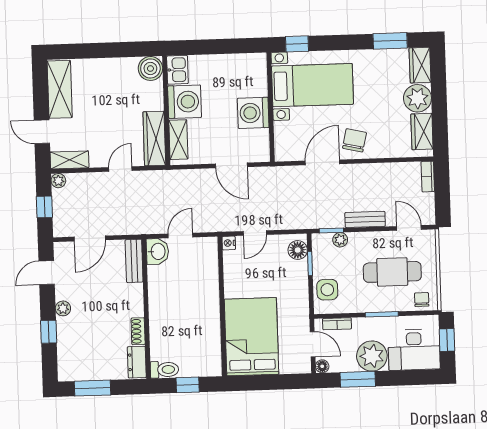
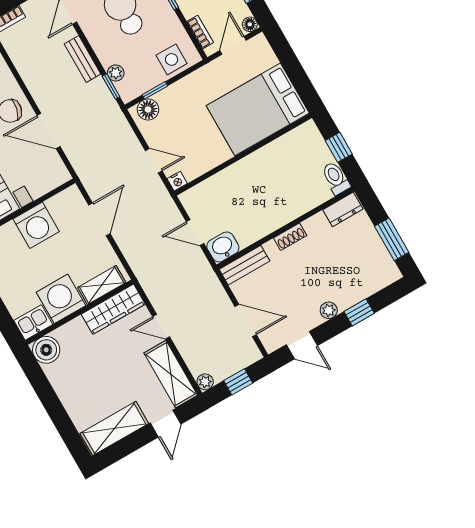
shelving: (69, 160) -> (171, 374), width x1.50, depth x1.33
shoe rack: (138, 331) -> (290, 237), moved

